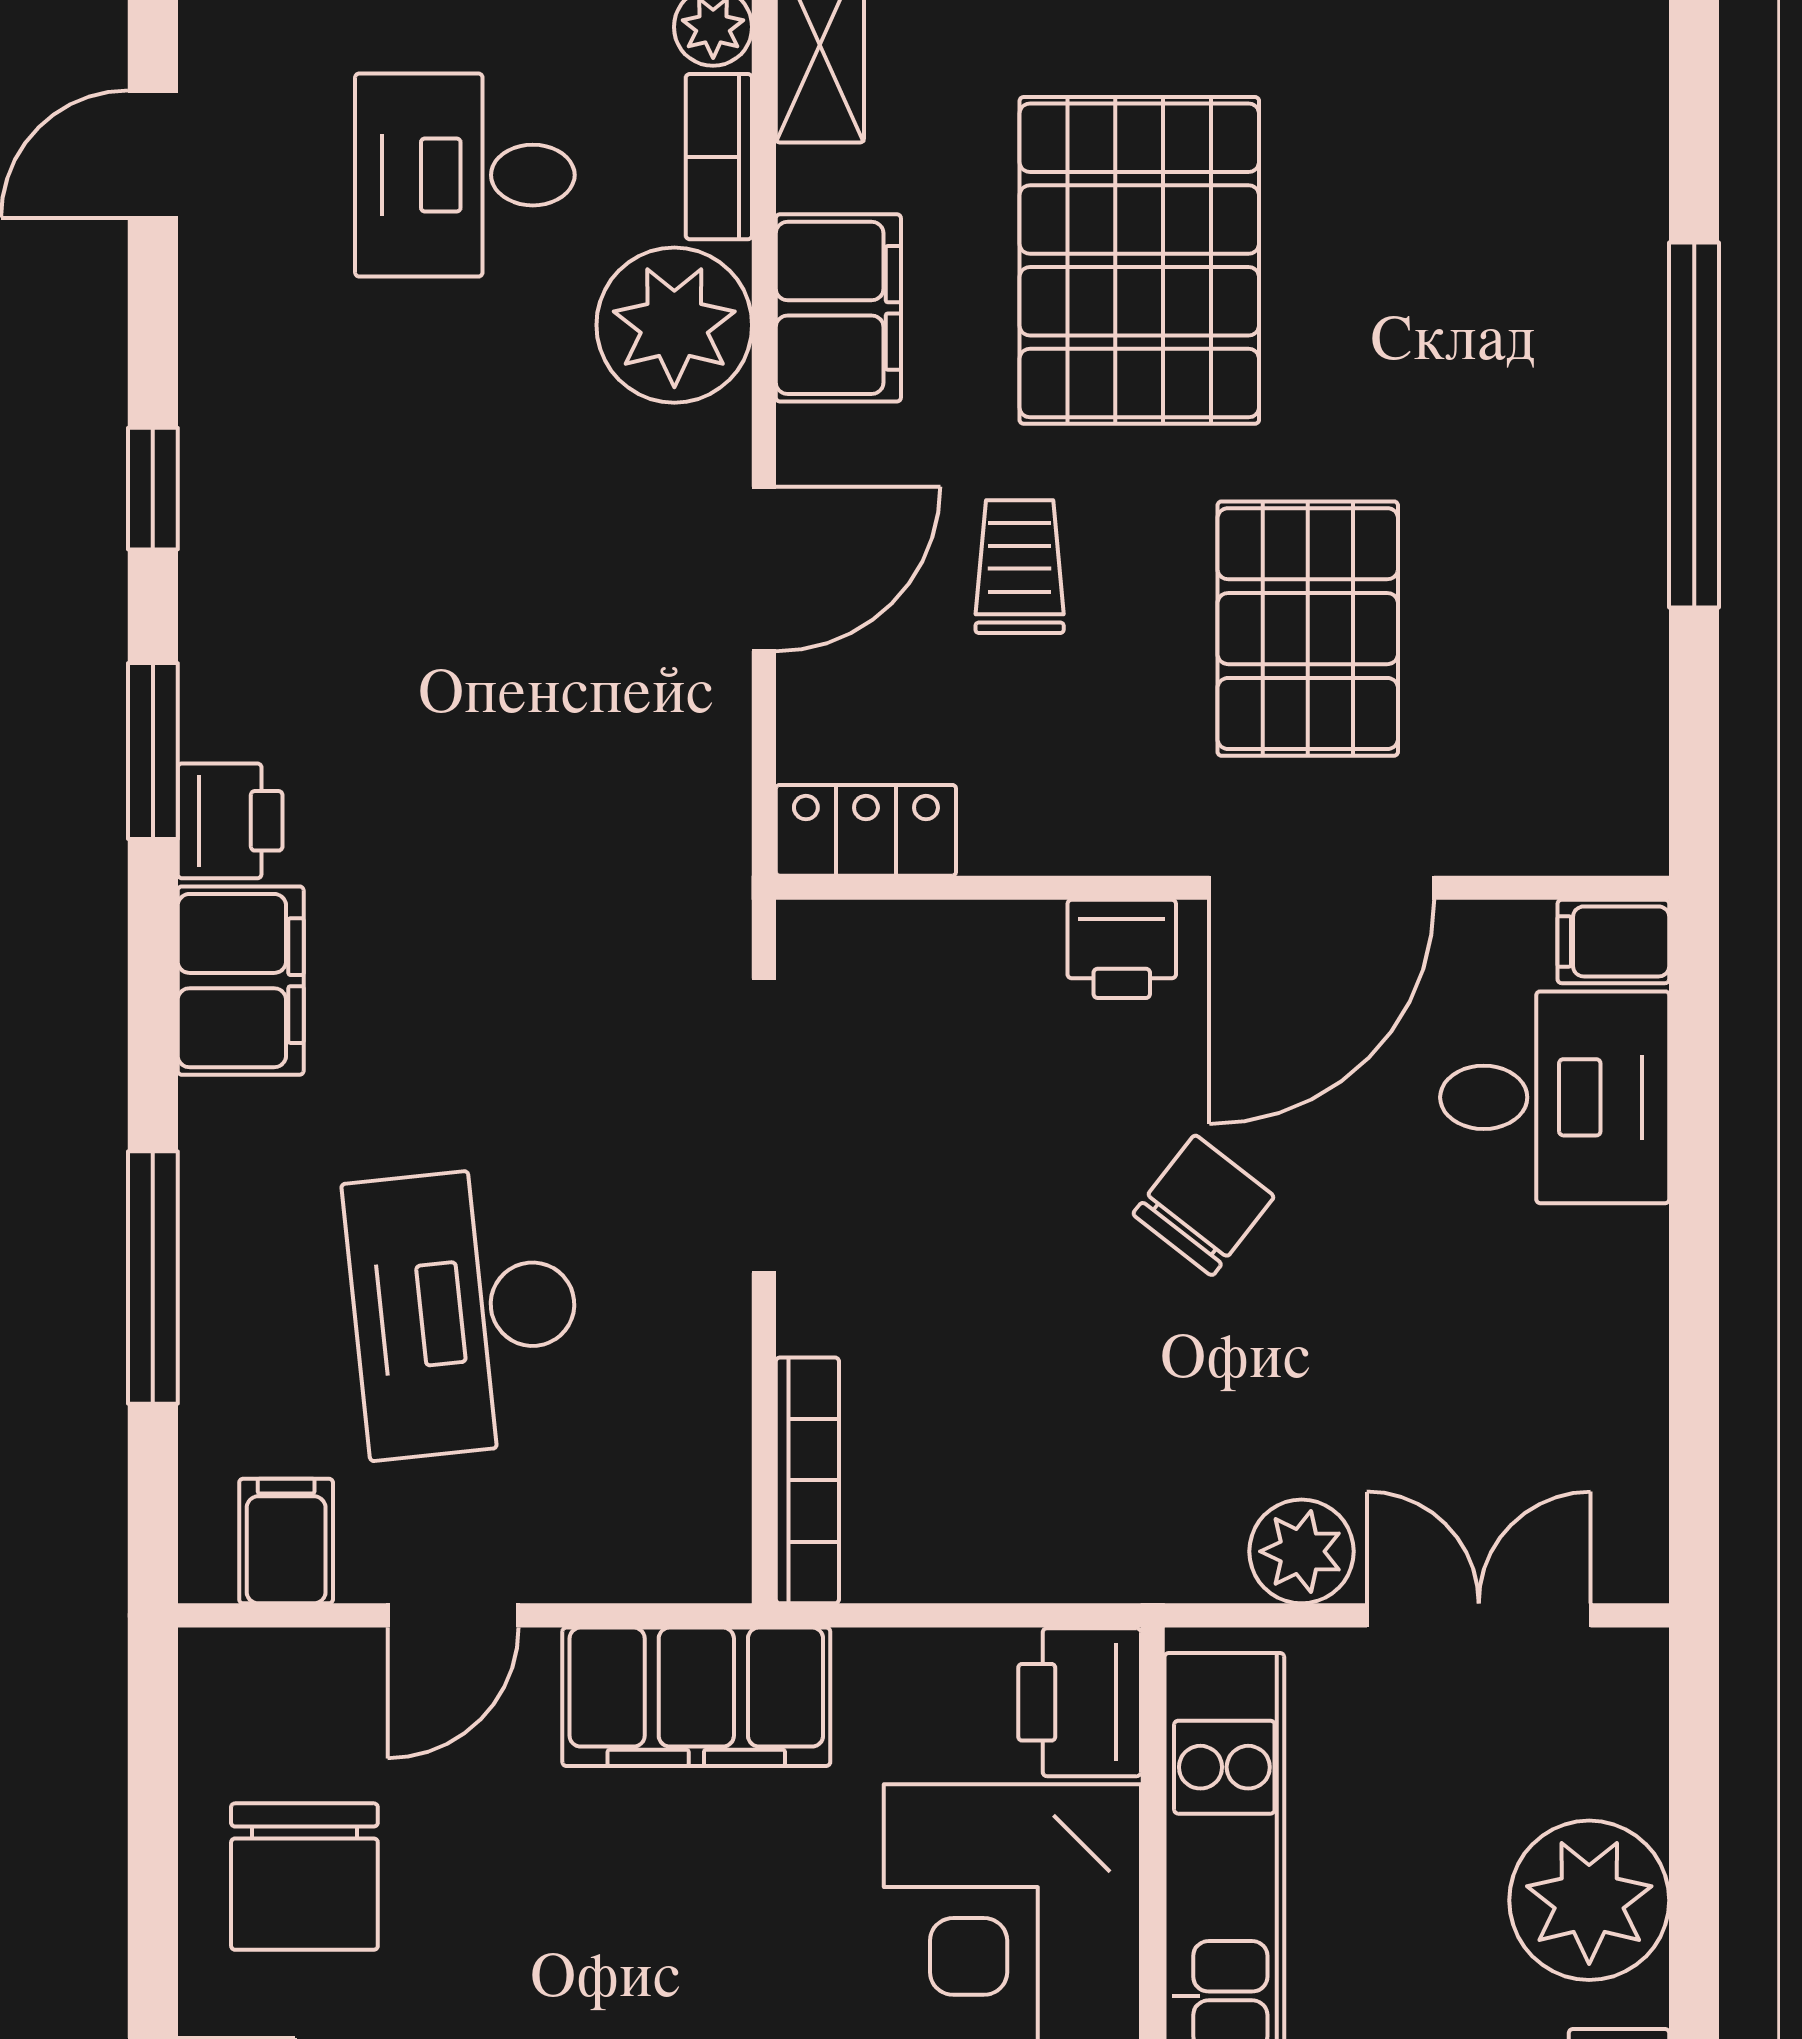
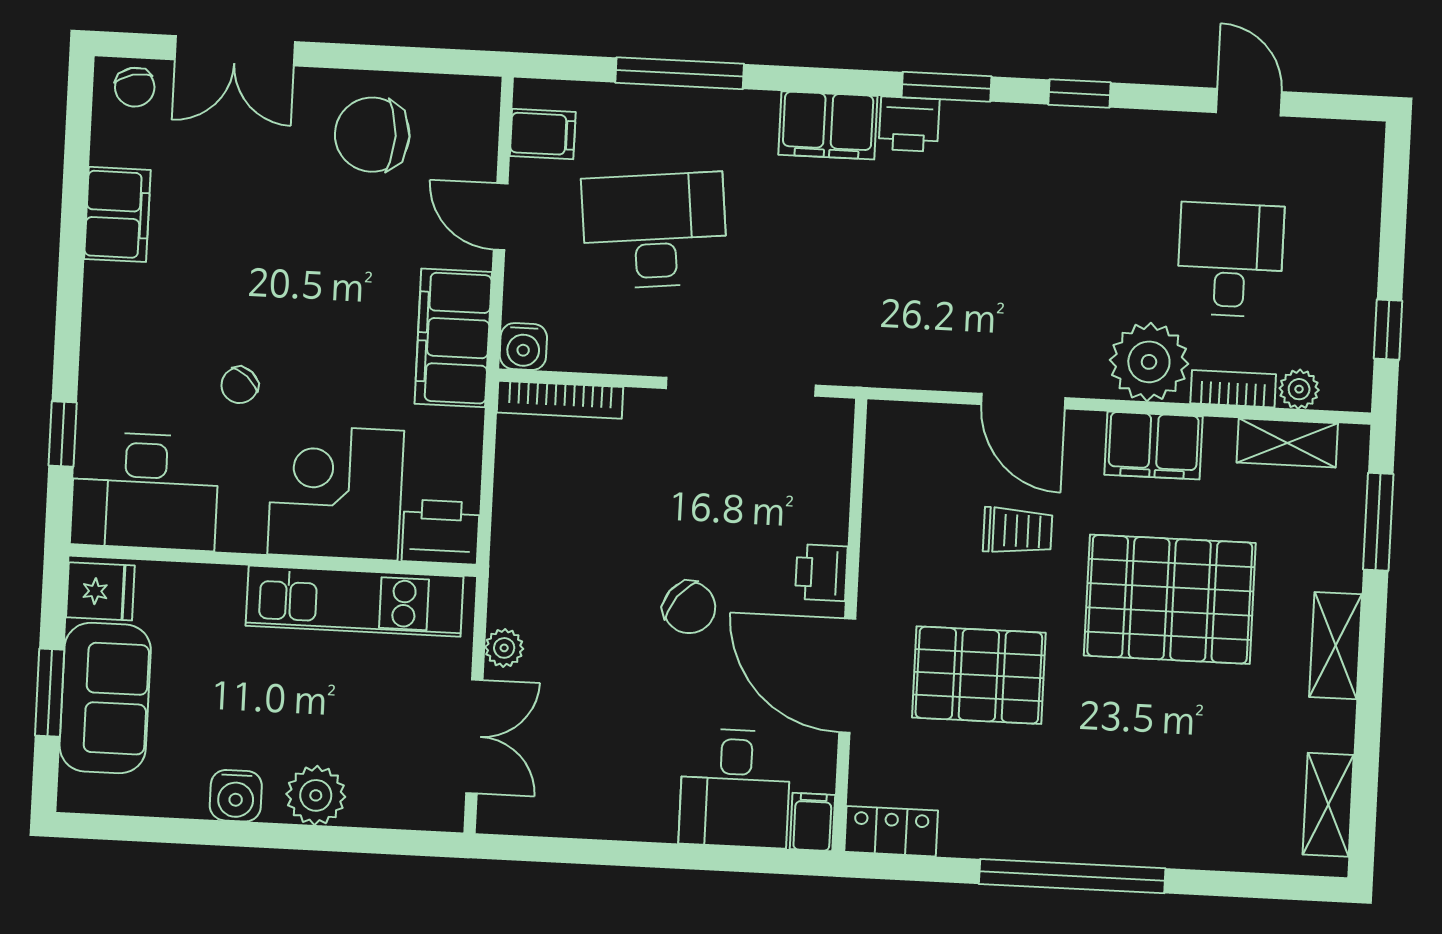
locker: (866, 830) -> (891, 831), moved, turned -90
plant: (1302, 1551) -> (504, 648), width x0.73, depth x0.73
water cooler: (706, 1558) -> (523, 347), added
plant: (1589, 1900) -> (316, 795), width x0.73, depth x0.73

